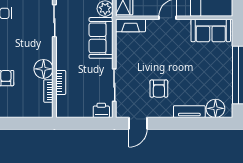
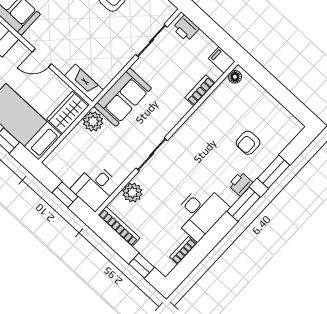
floor lamp: (44, 69) -> (235, 77), moved, width x0.53, depth x0.53
bookcase: (48, 91) -> (219, 93), removed
filing cabinet: (64, 111) -> (222, 60), added

